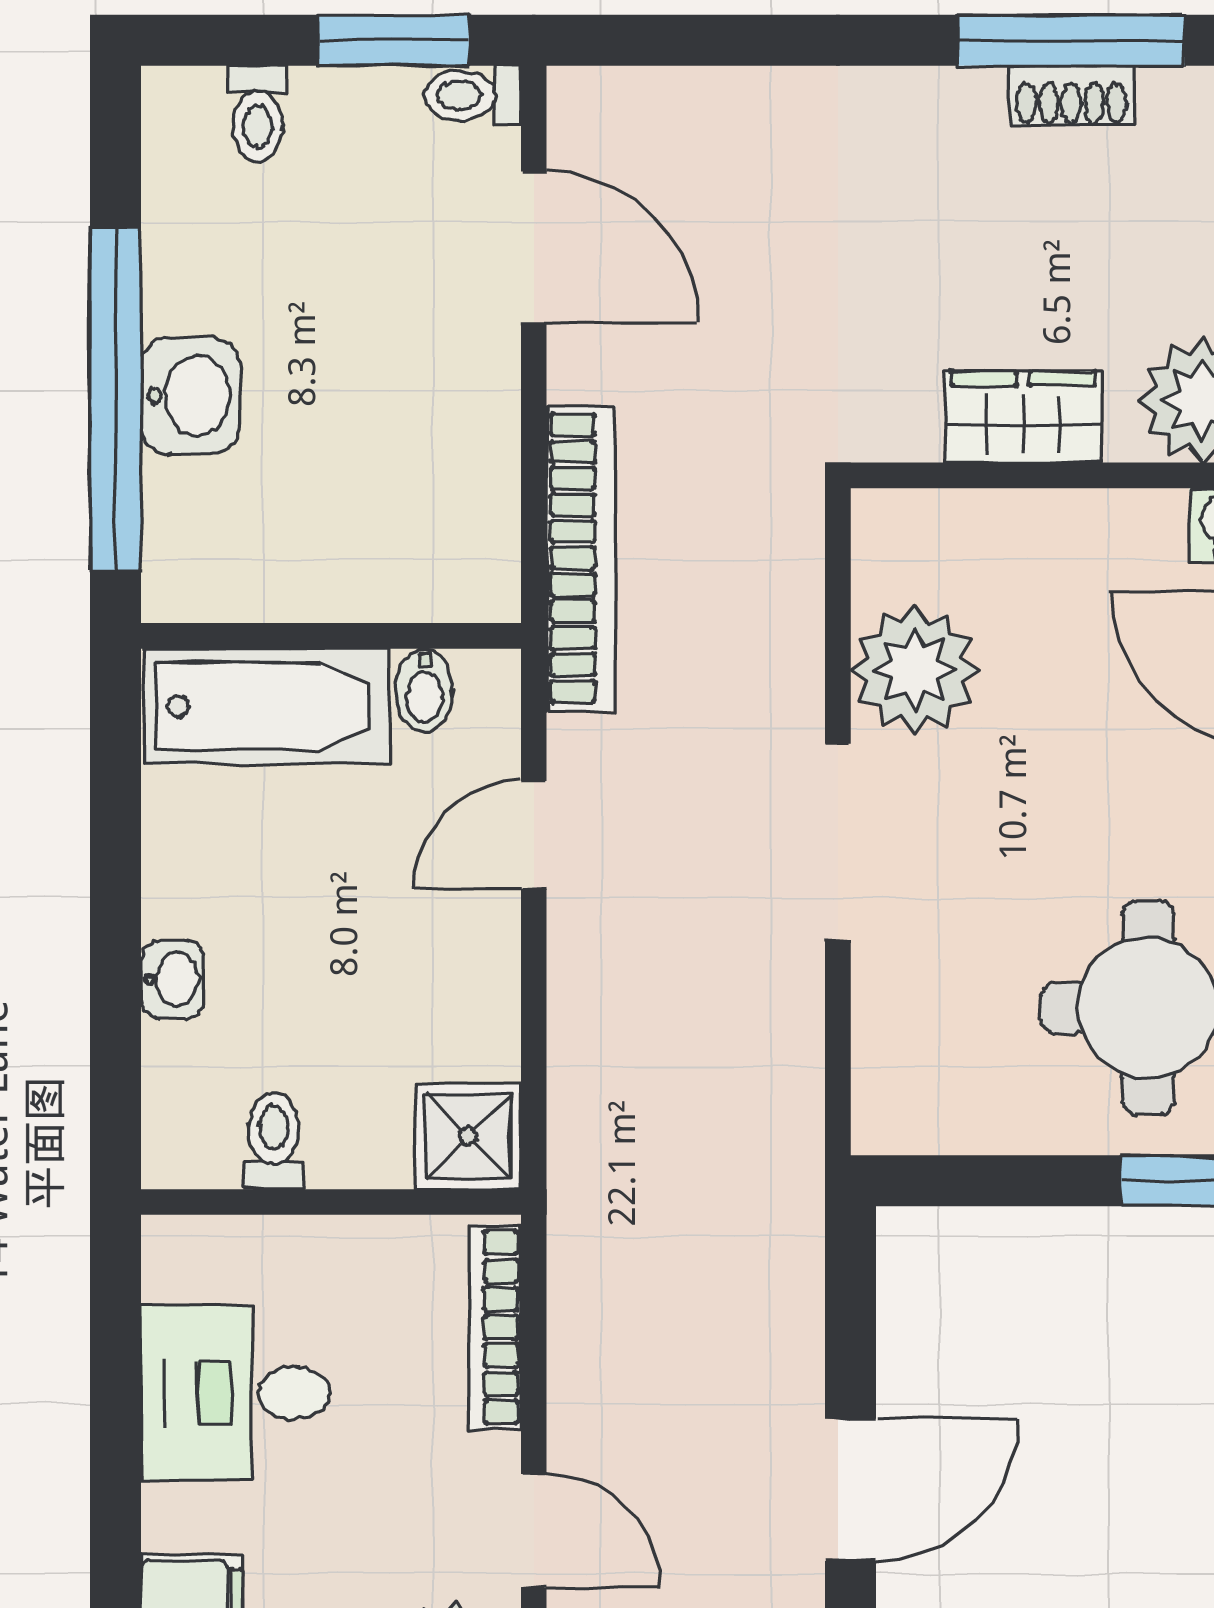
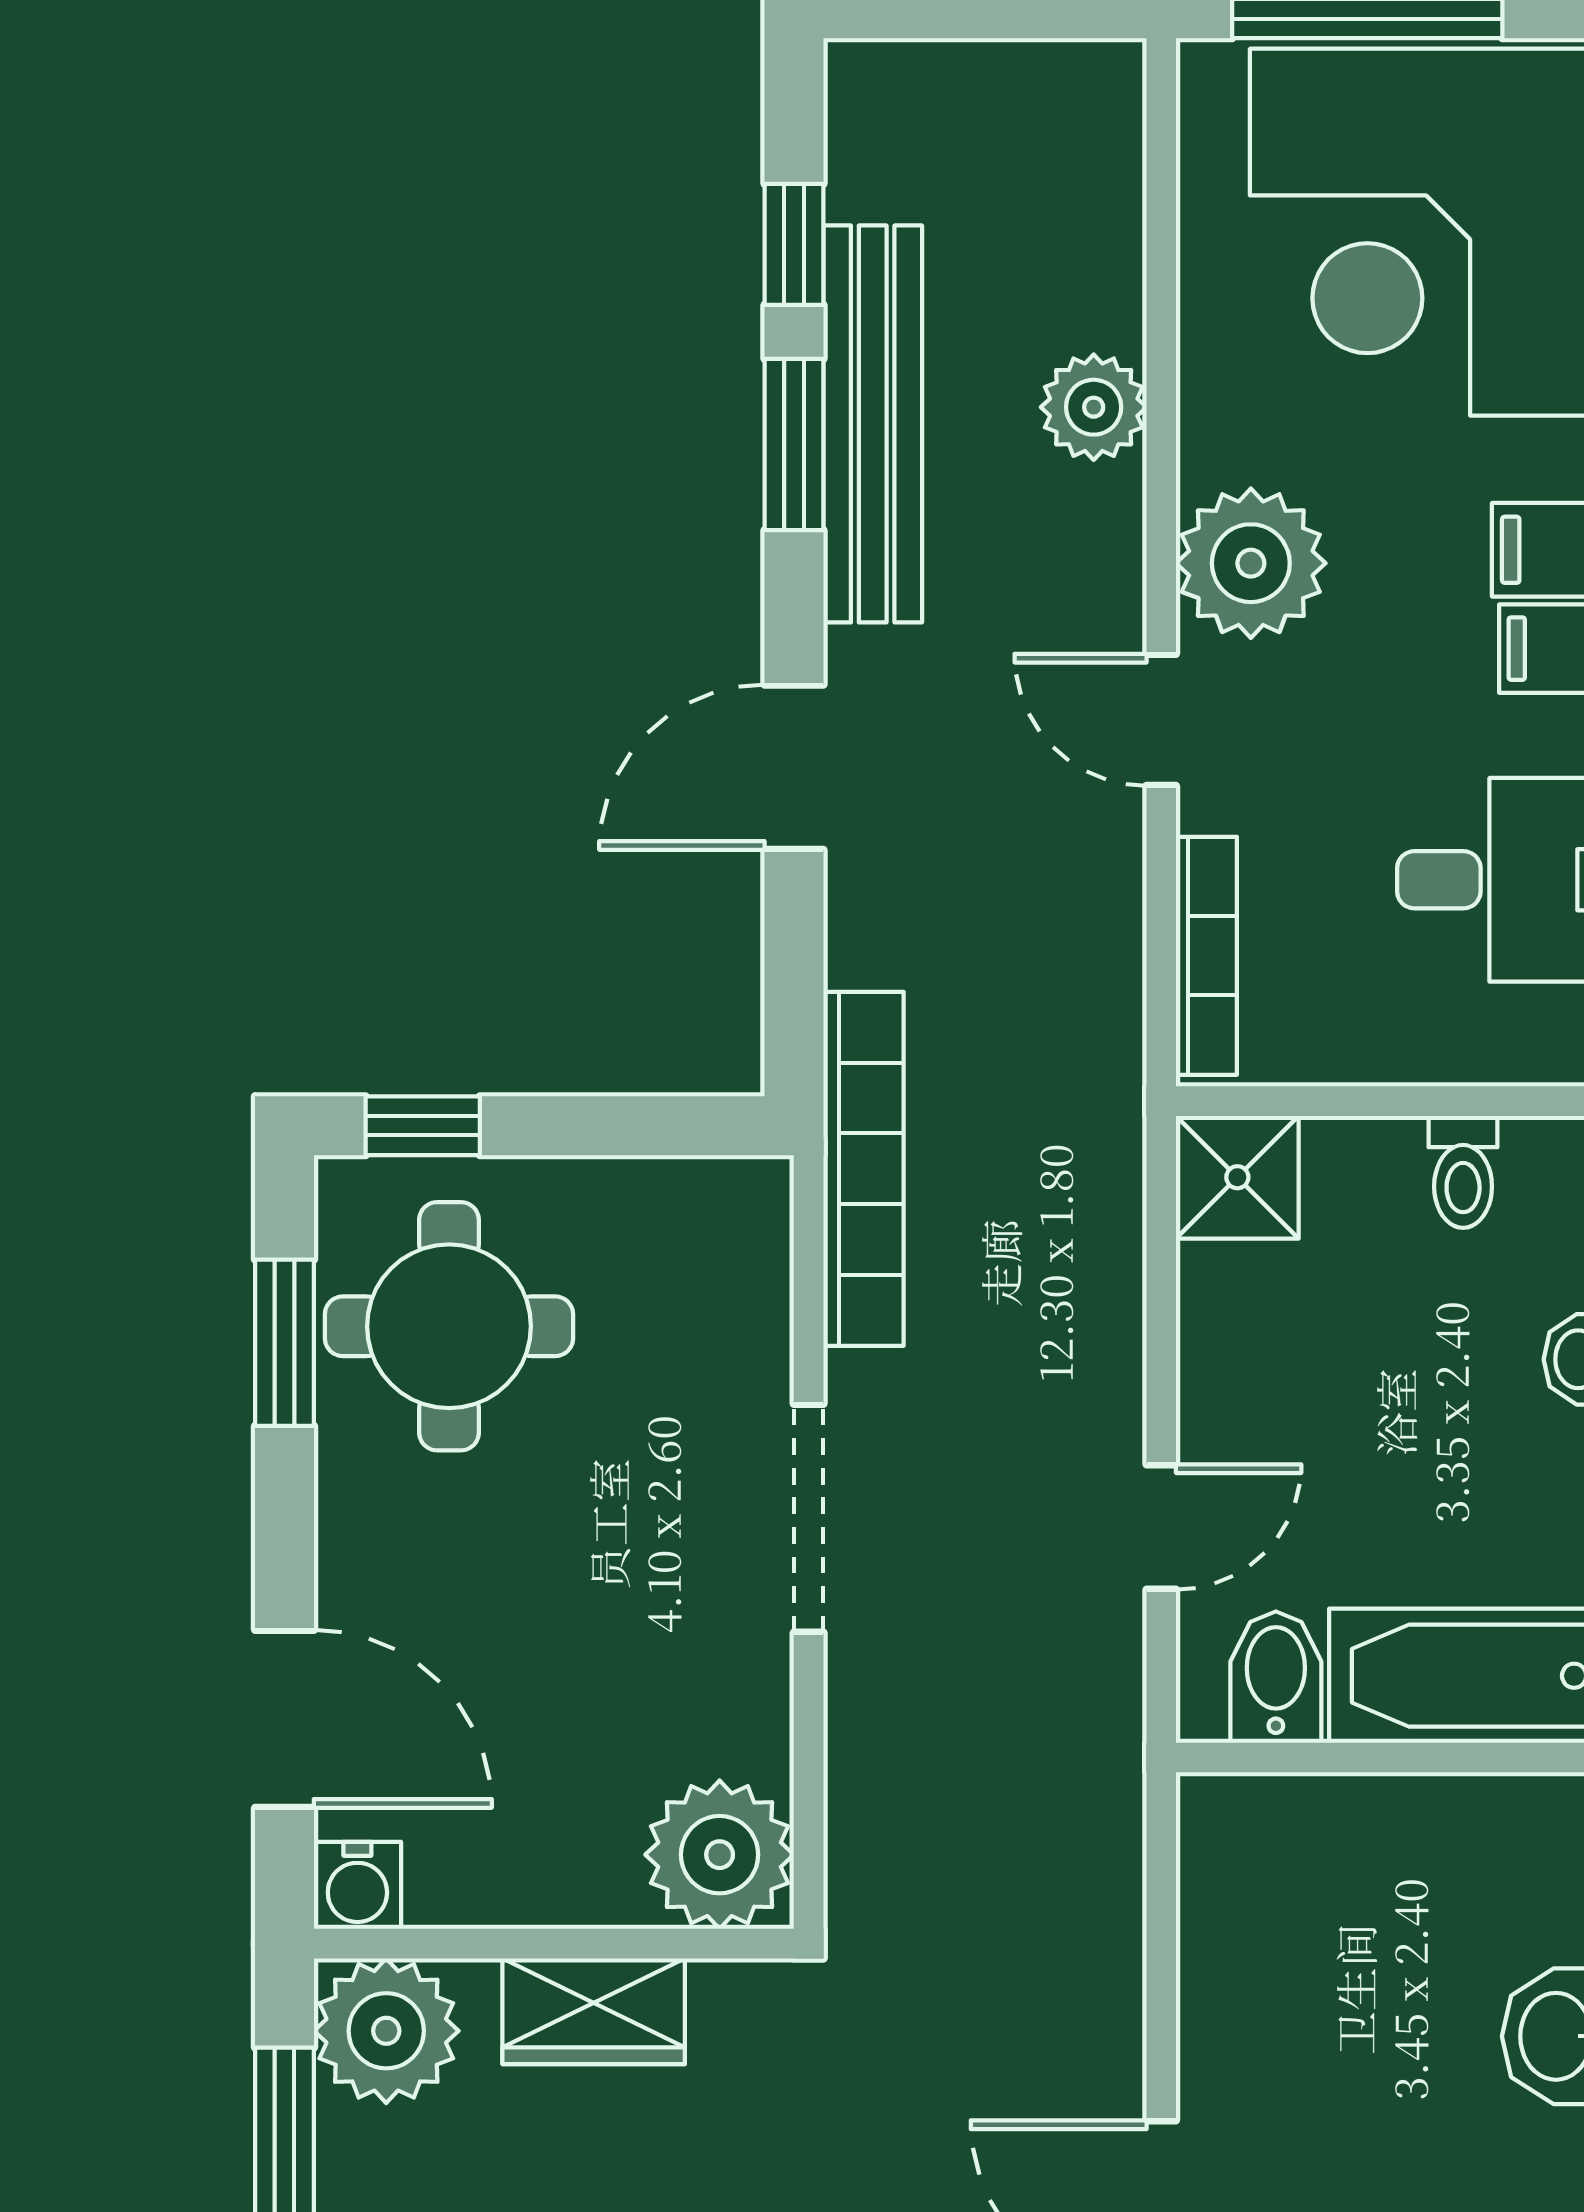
bookcase: (581, 558) -> (863, 1169), moved, turned 180
plant: (915, 670) -> (720, 1855), moved
bidet: (424, 690) -> (1276, 1677), width x1.38, depth x1.36

